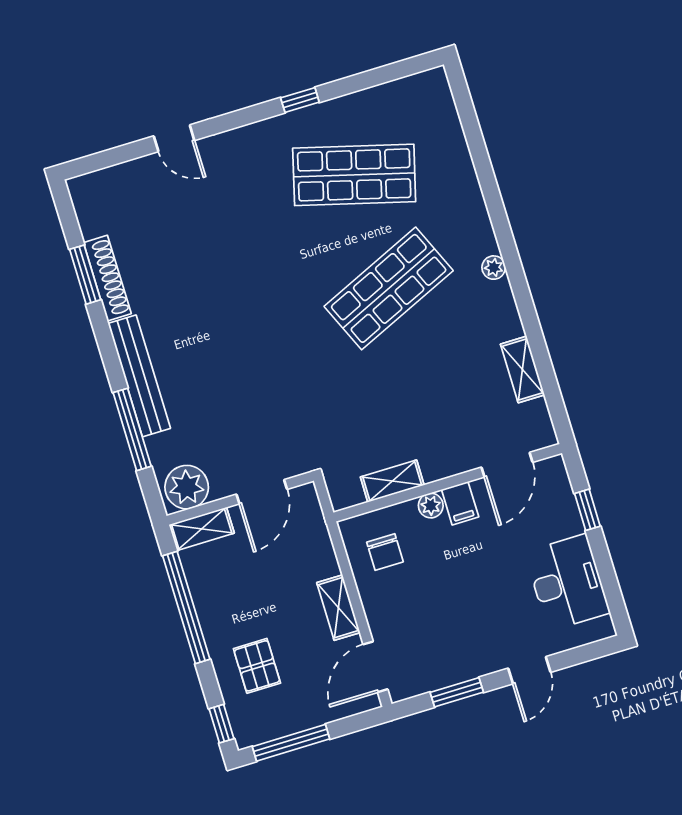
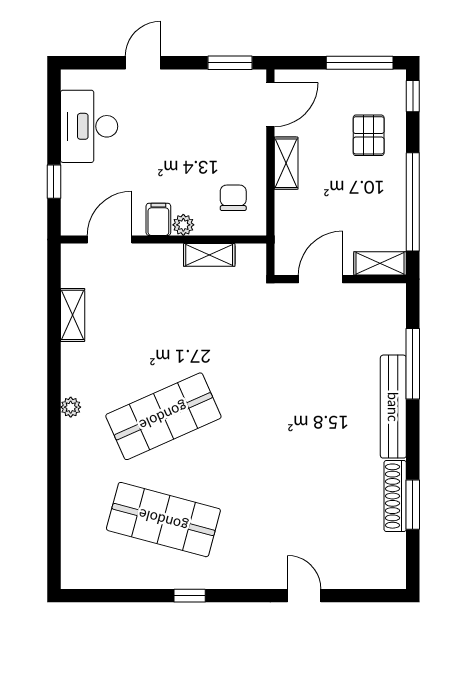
plant: (187, 487) -> (382, 302), removed
window: (457, 692) -> (230, 63), moved

